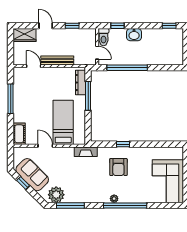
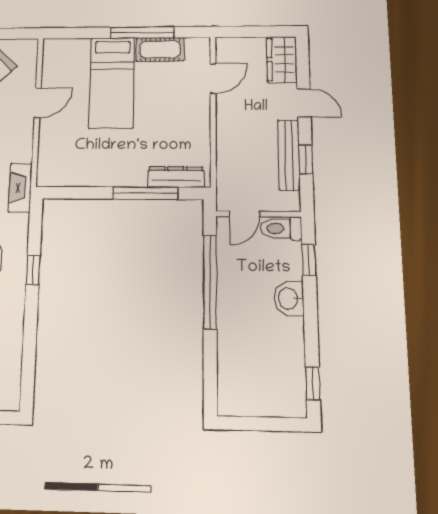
door: (46, 26) -> (304, 103), hinge flipped
bench: (57, 60) -> (289, 155), moved
bed: (63, 122) -> (112, 83), moved, turned 90
cot: (19, 134) -> (160, 49), moved

